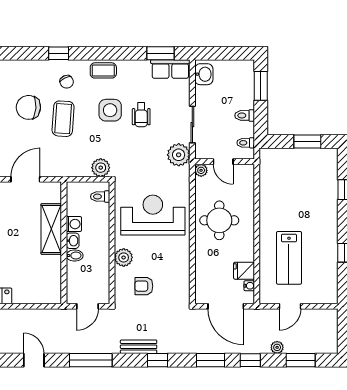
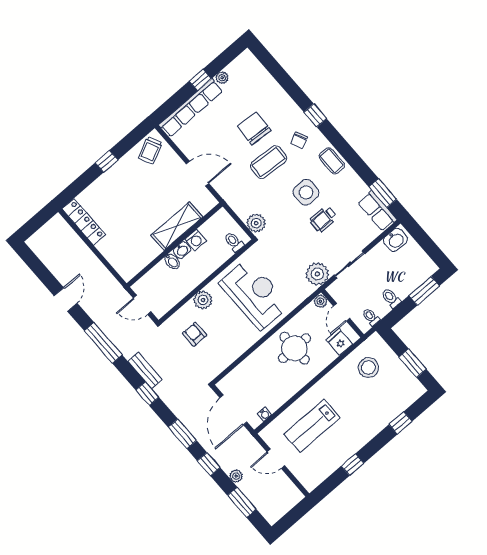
stool: (282, 178) -> (368, 367), added
fridge: (244, 271) -> (339, 342), moved

